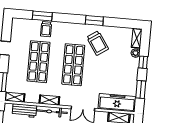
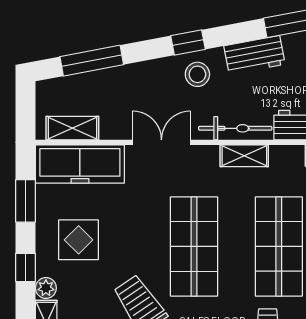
display table: (120, 72) -> (79, 240), added

